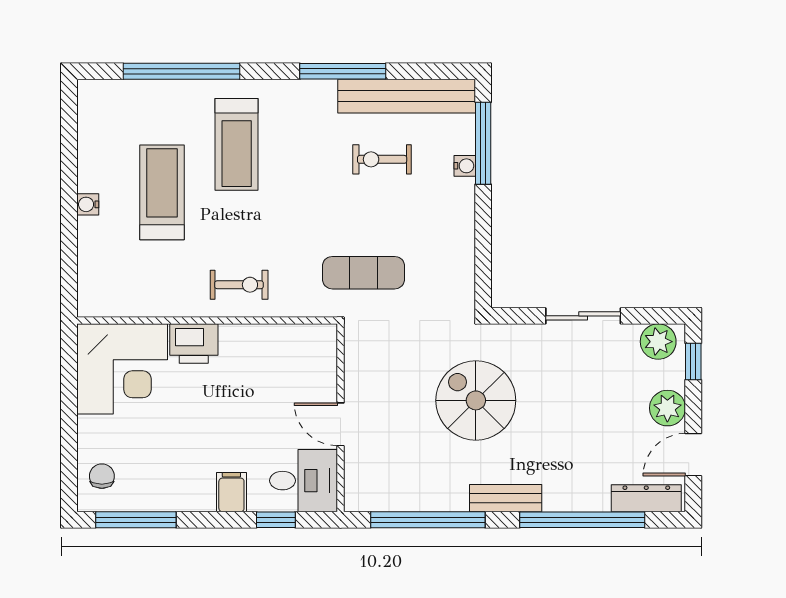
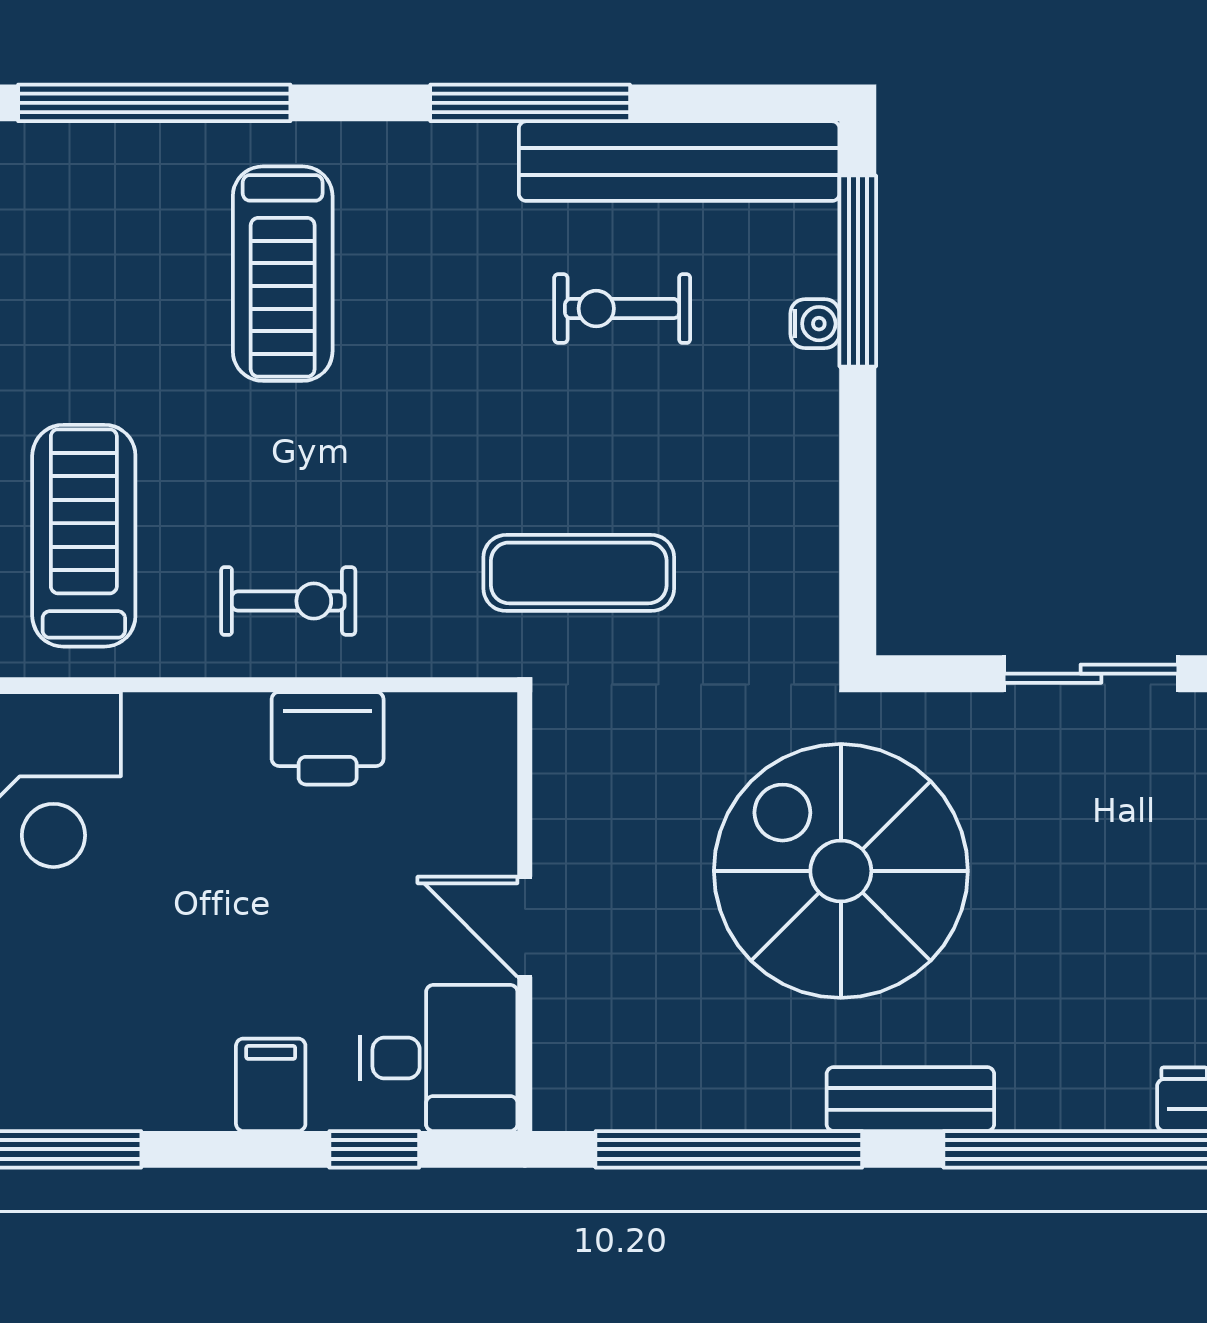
treadmill: (162, 192) -> (84, 536), moved
printer: (194, 344) -> (328, 738), moved
spiral stairs: (476, 400) -> (841, 871), width x1.37, depth x1.37

